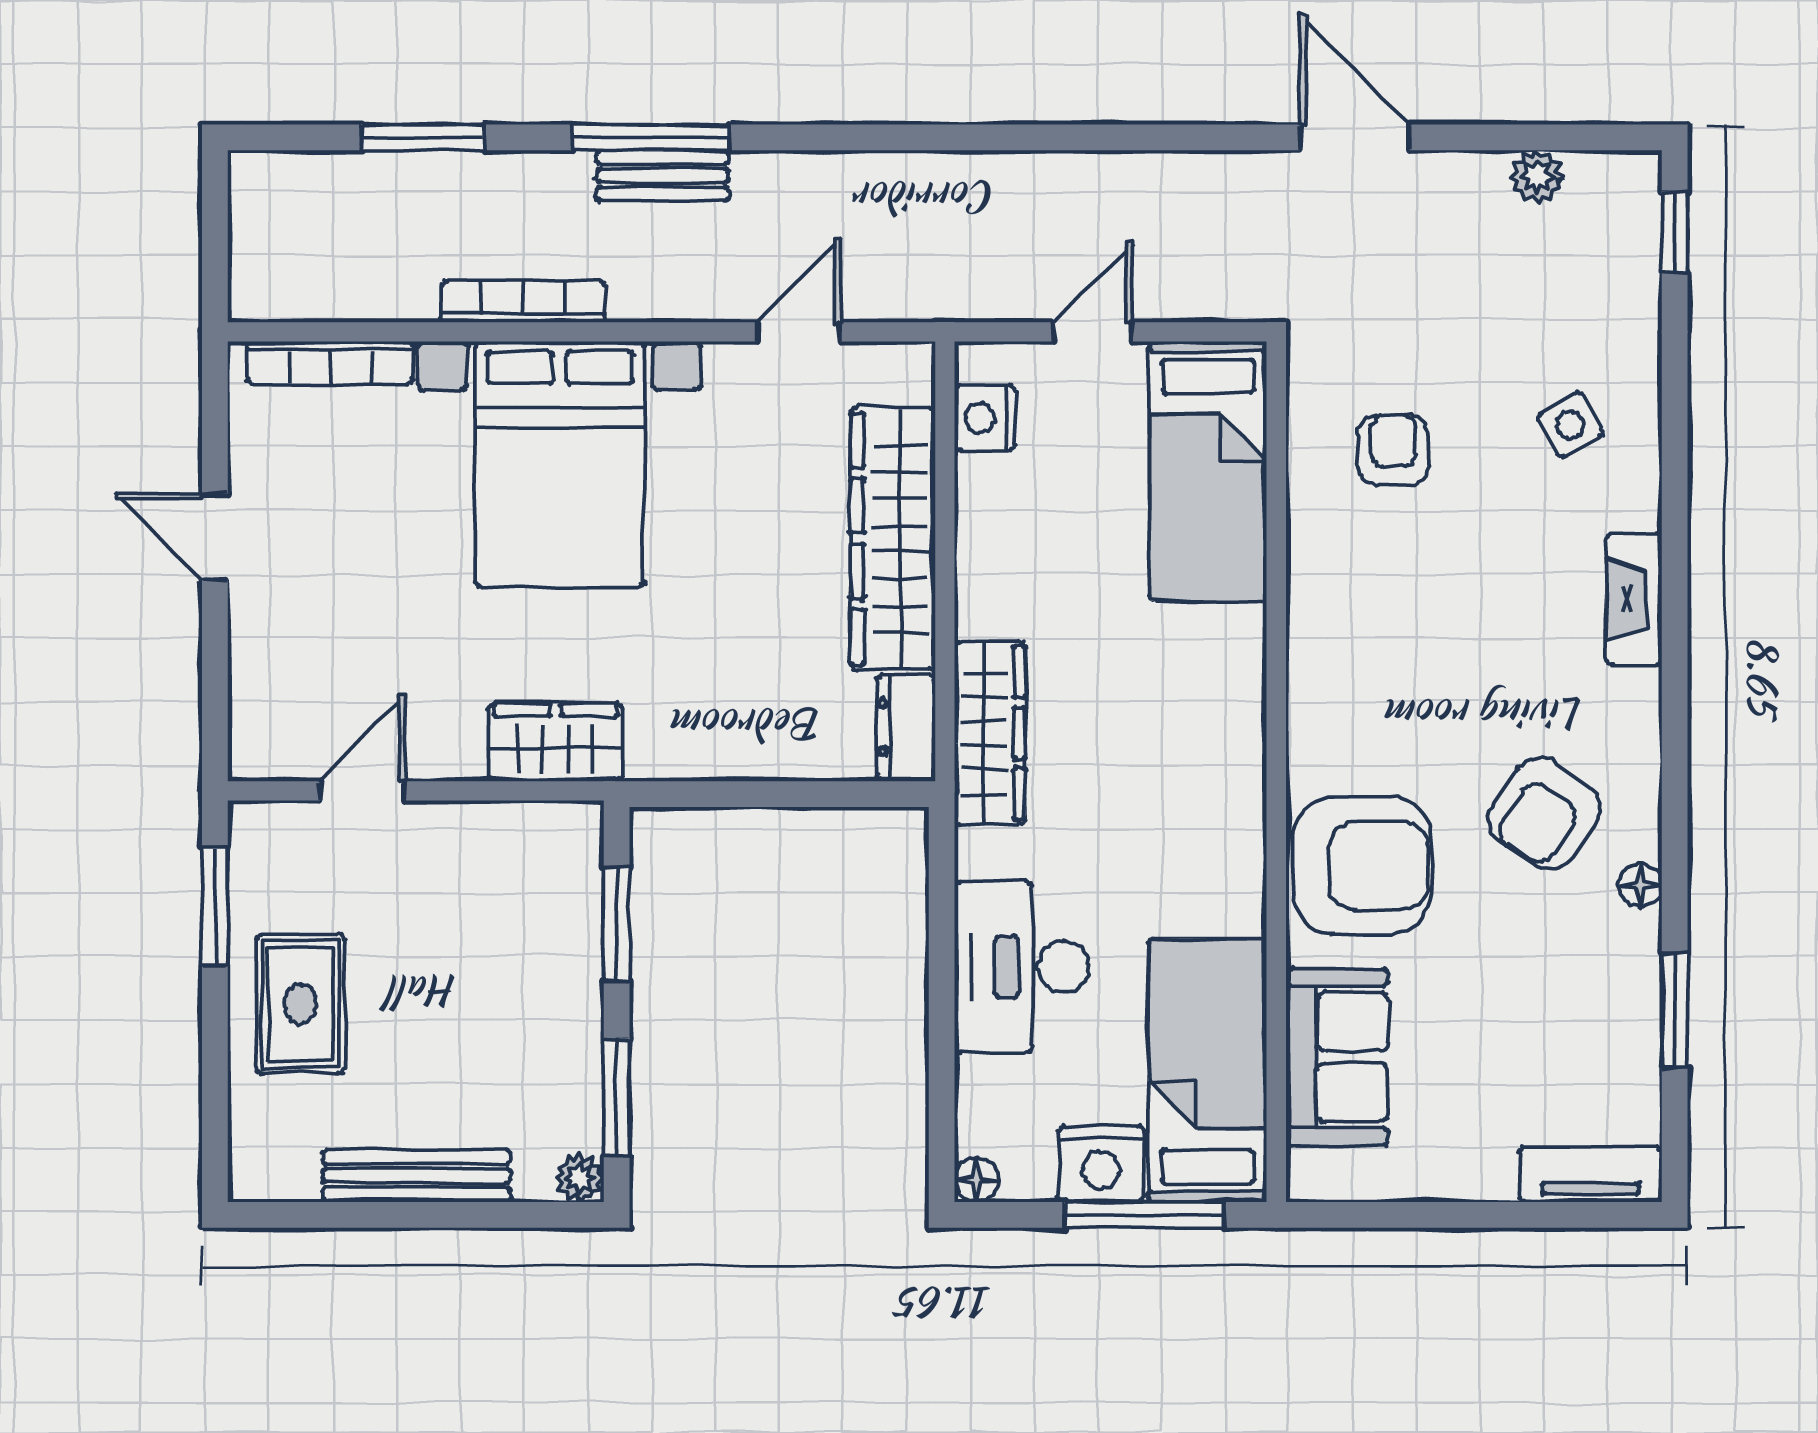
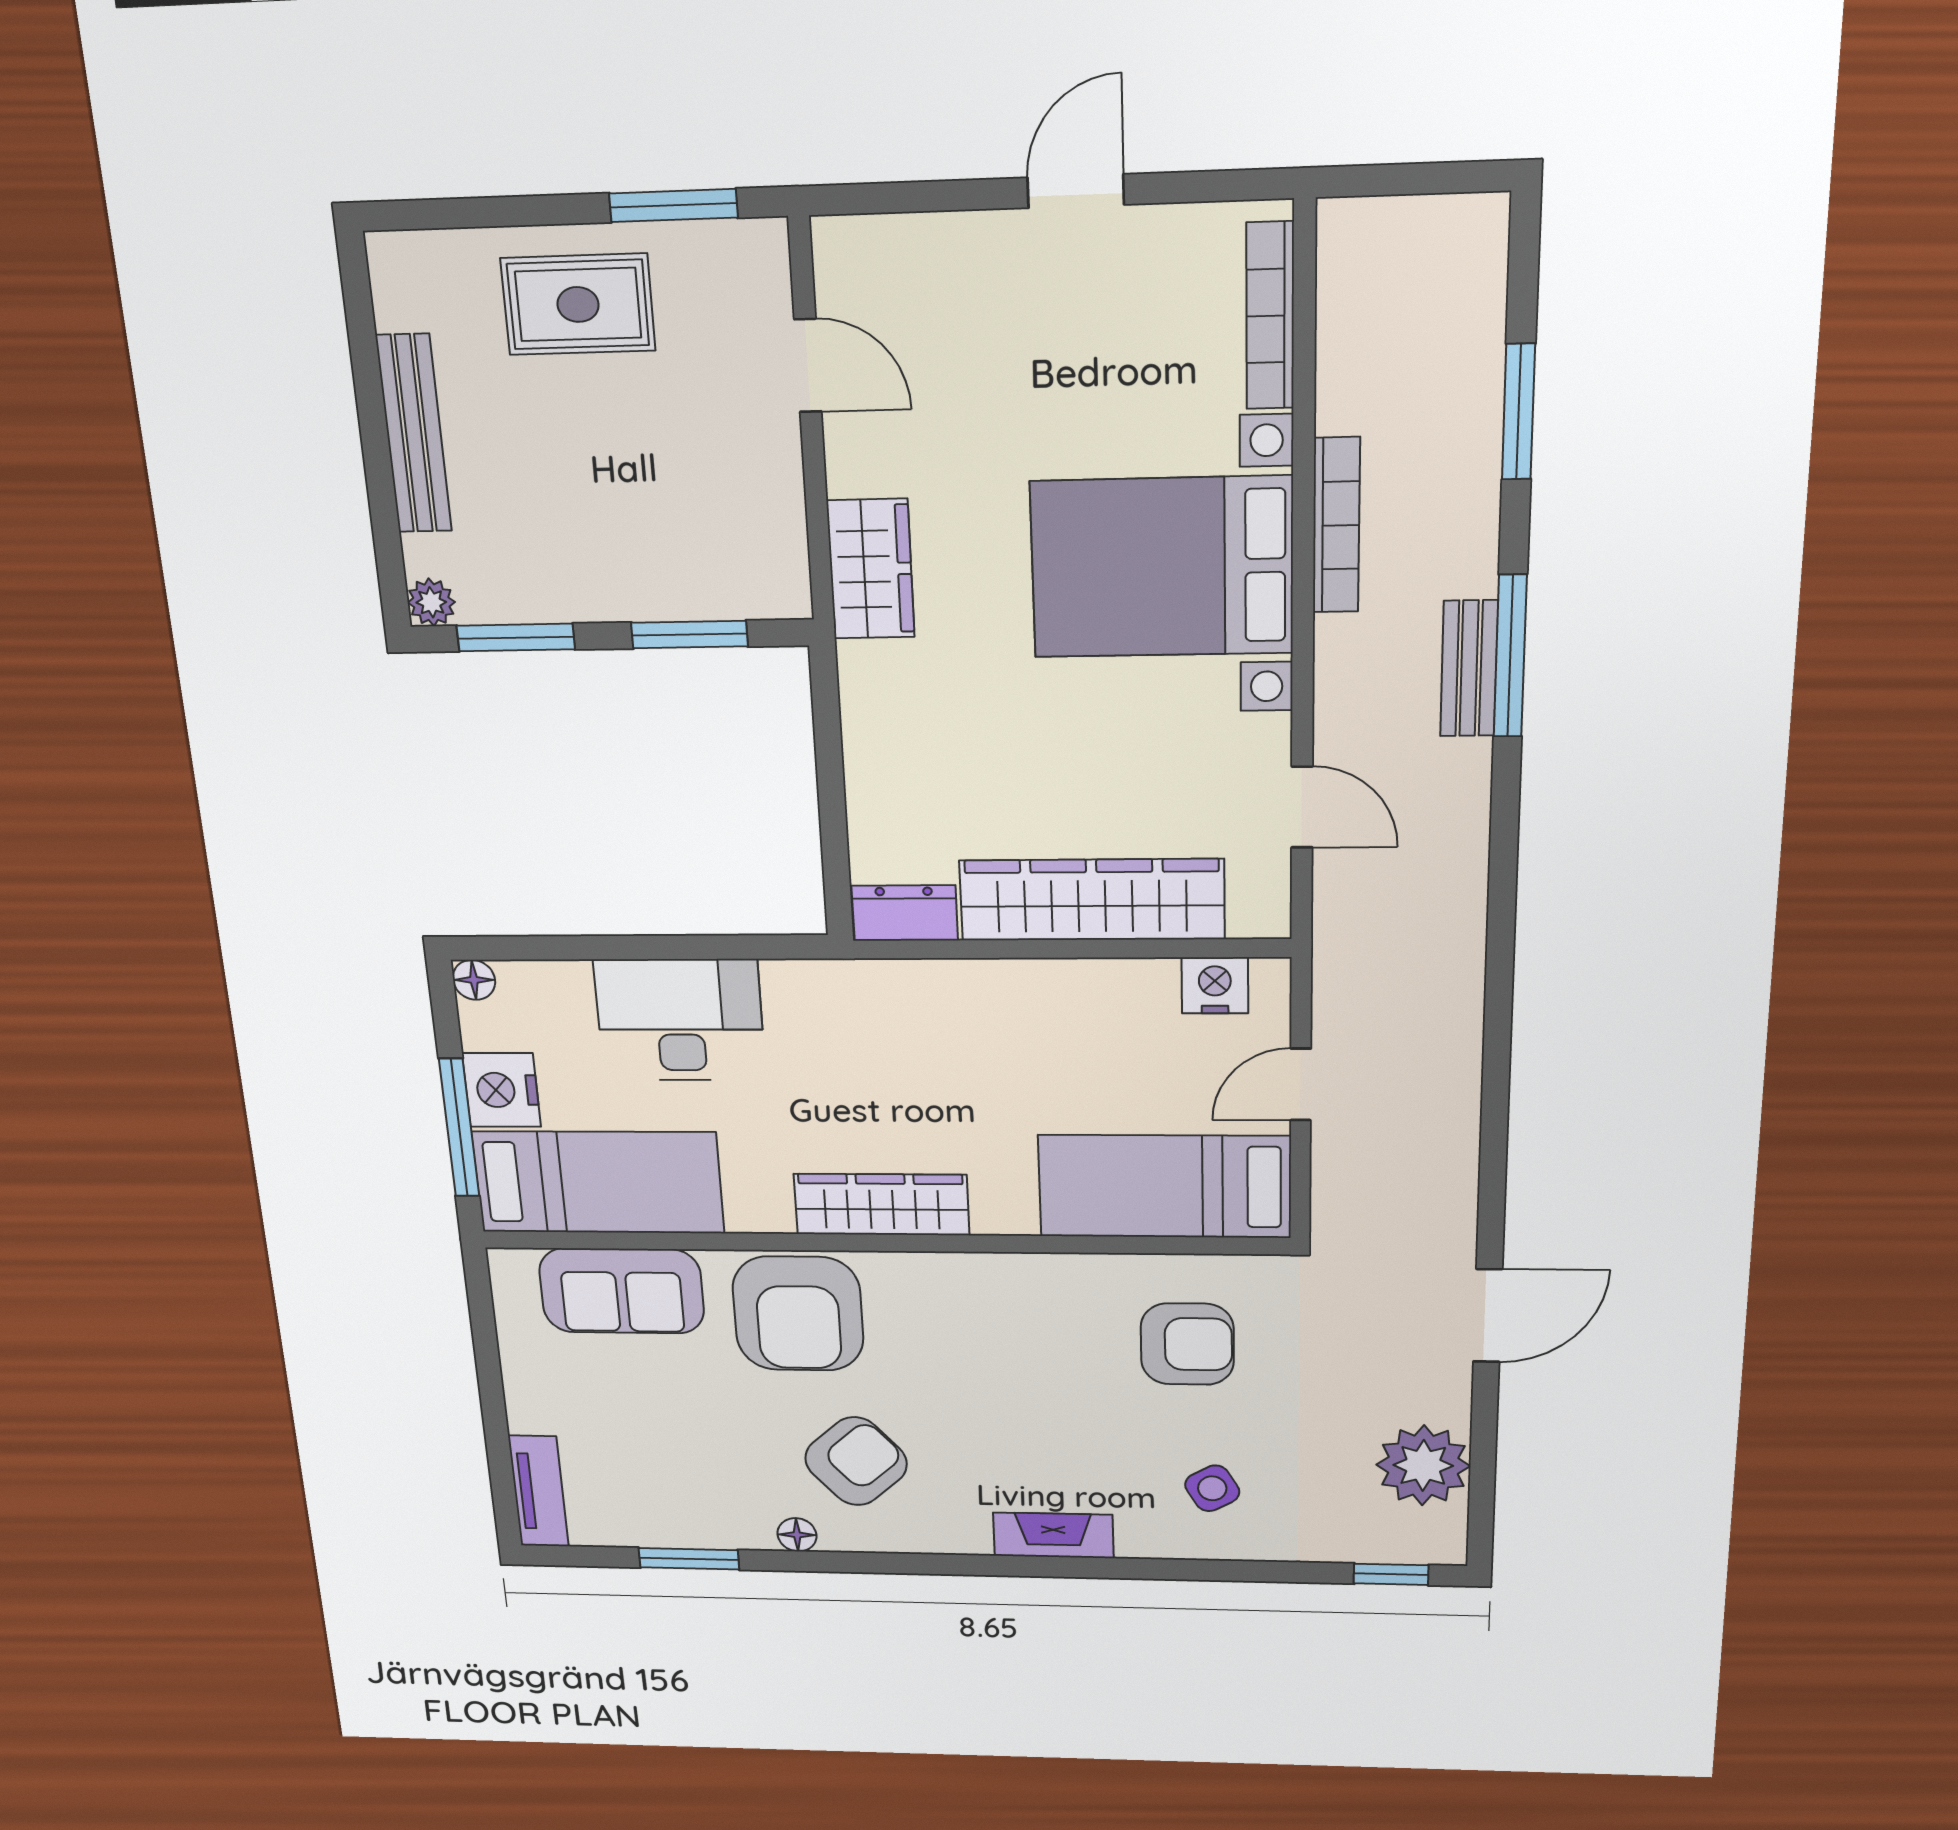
plant: (1537, 177) -> (1423, 1465), width x1.88, depth x1.88
door: (1093, 332) -> (1301, 1085), swing flipped
armchair: (1393, 450) -> (1187, 1344), width x1.38, depth x1.38
wardrobe: (990, 733) -> (882, 1205), moved, turned 180
armchair: (1544, 813) -> (856, 1461), turned 104

